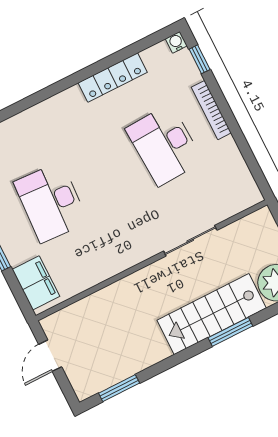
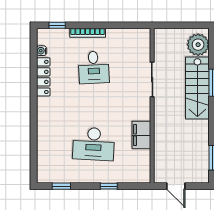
water cooler: (176, 42) -> (42, 51), moved
desk: (164, 145) -> (94, 67), width x0.73
filing cabinet: (36, 283) -> (141, 135), moved, turned -90

